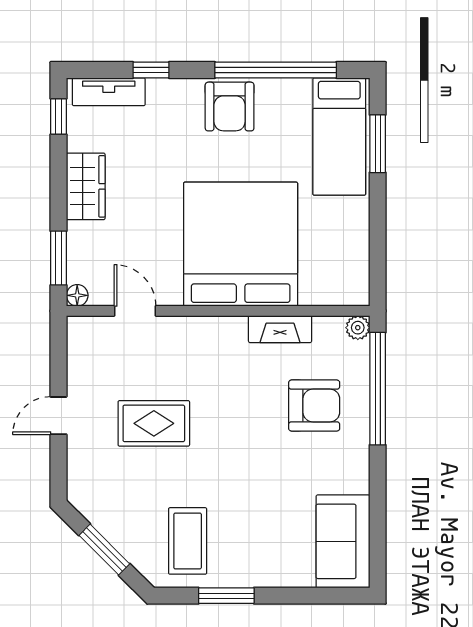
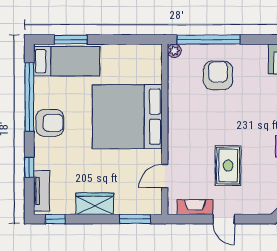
floor lamp: (77, 295) -> (156, 209), removed
fireplace: (280, 329) -> (195, 207), moved, turned -90

